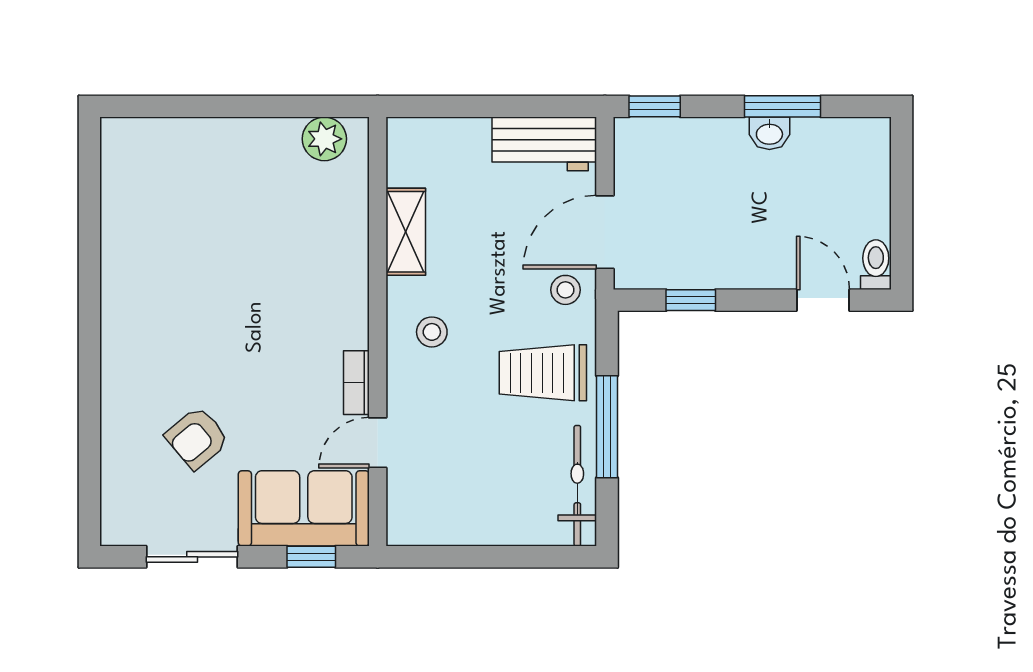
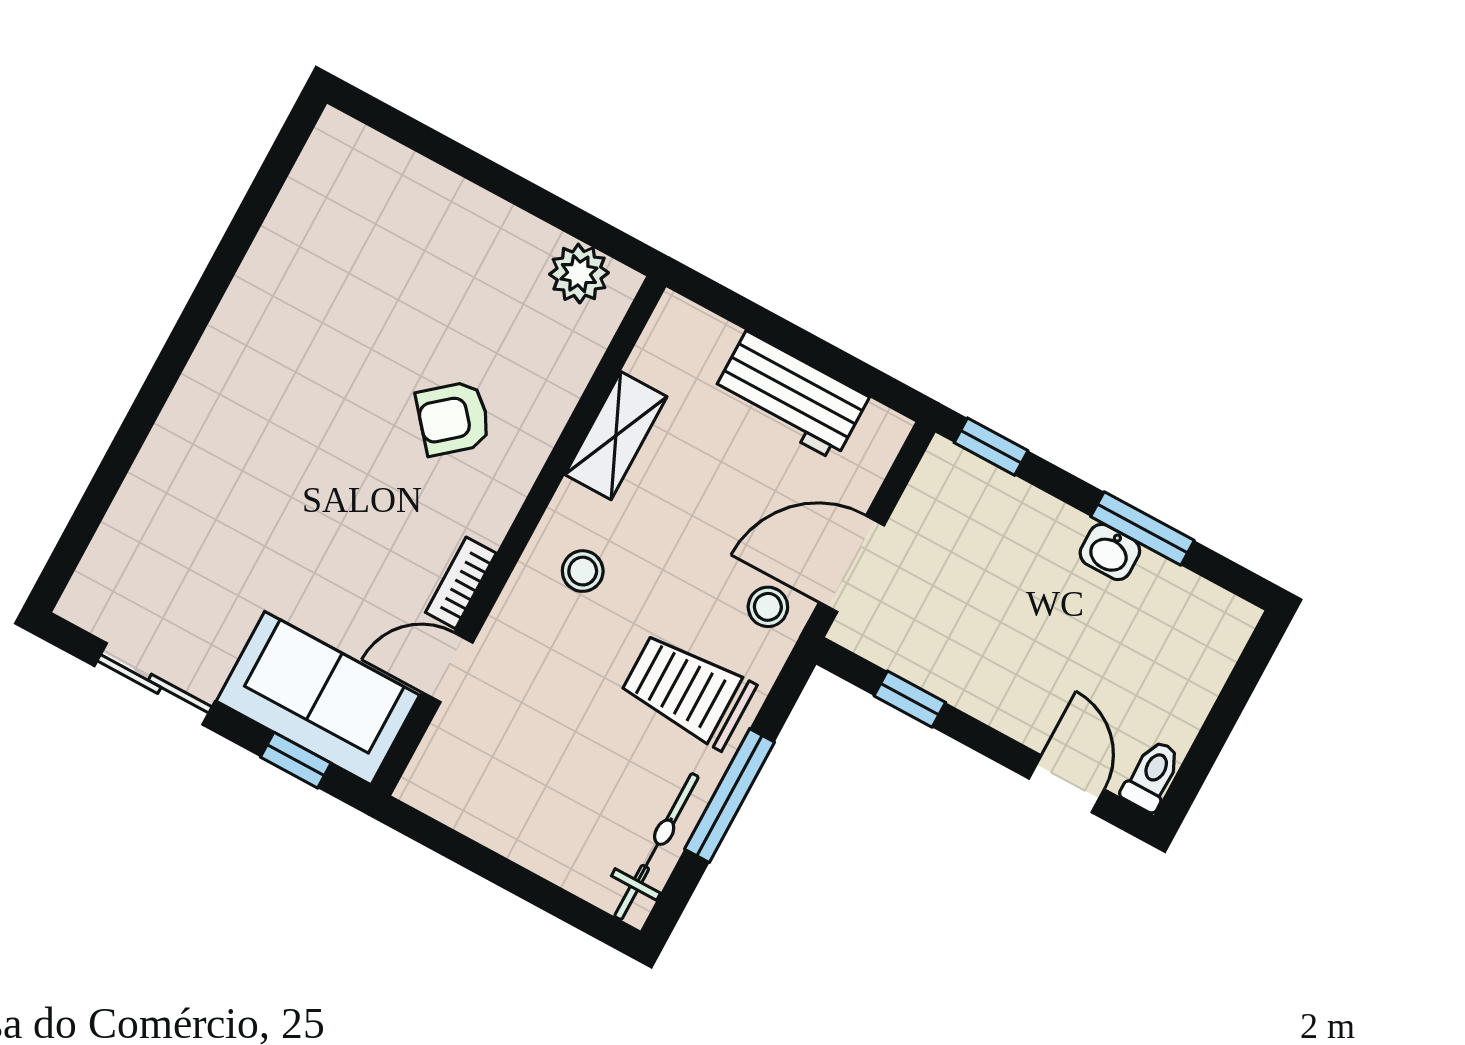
workbench: (544, 144) -> (791, 396), moved
armchair: (197, 438) -> (453, 418), moved

